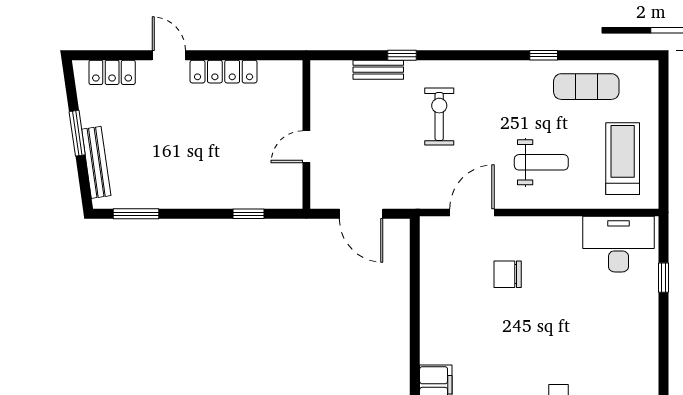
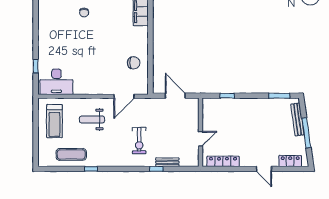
locker: (224, 72) -> (223, 161), moved
window: (77, 133) -> (306, 133), width x1.44
door: (306, 147) -> (200, 139), moved
chair: (508, 274) -> (134, 63), moved

